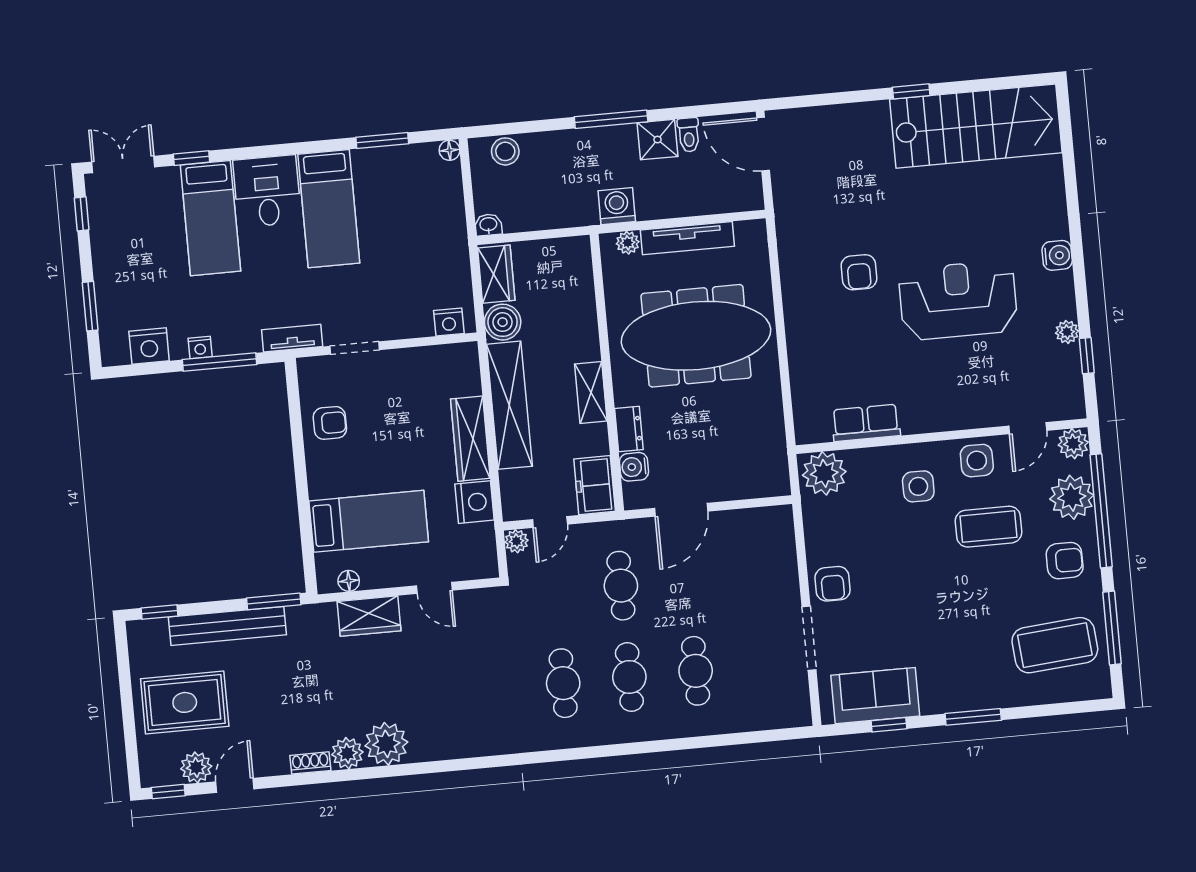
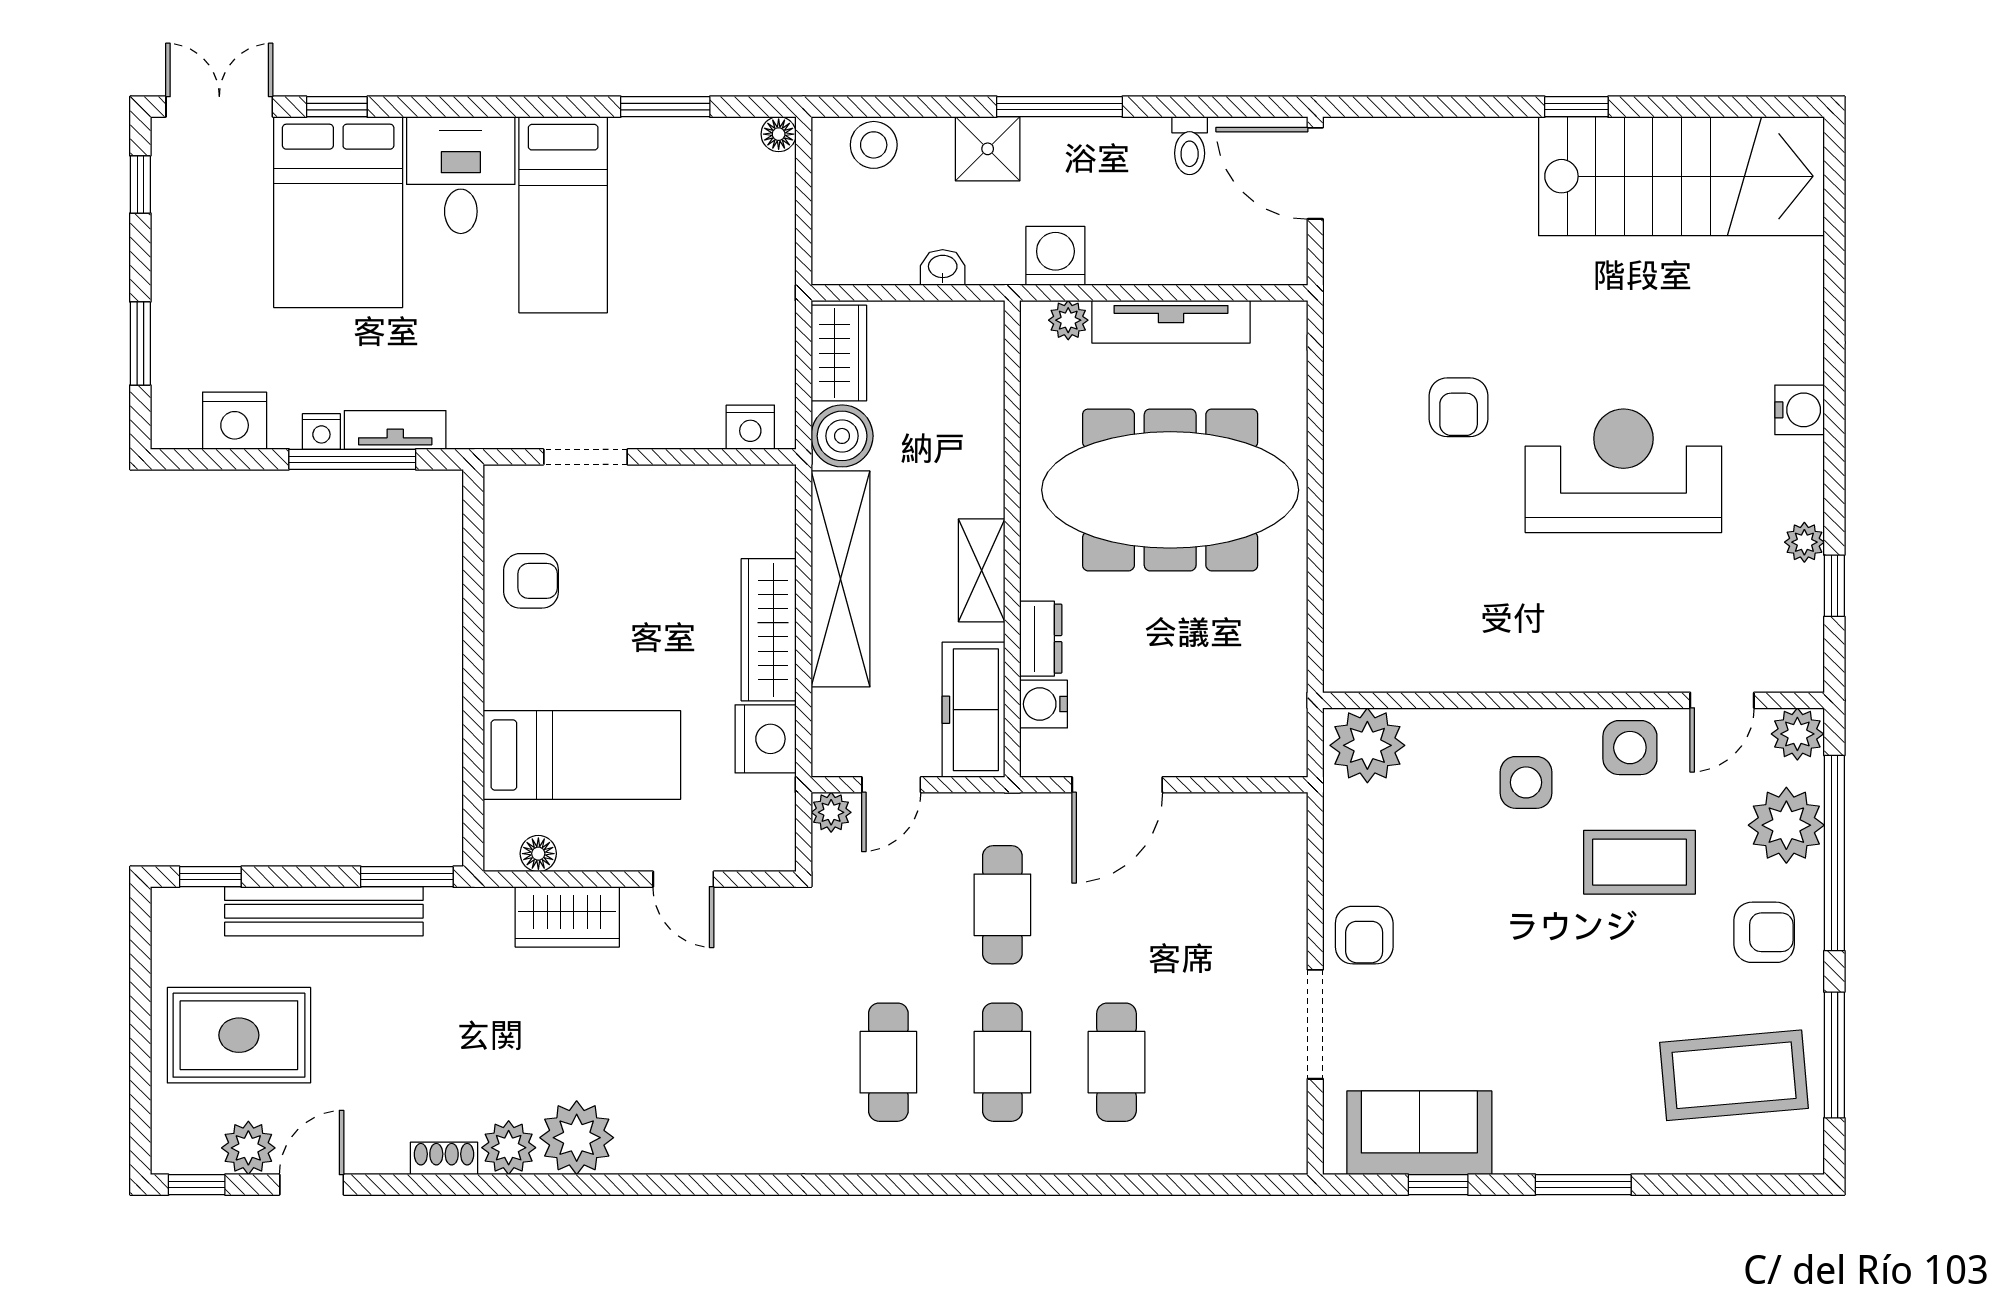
shower: (658, 140) -> (988, 149), moved
bed: (210, 218) -> (338, 212), width x1.50
washbasin: (488, 225) -> (943, 268), moved
tv unit: (292, 338) -> (395, 430), moved
row of seats: (866, 423) -> (1447, 665), removed
freezer: (595, 485) -> (973, 710), width x1.40

